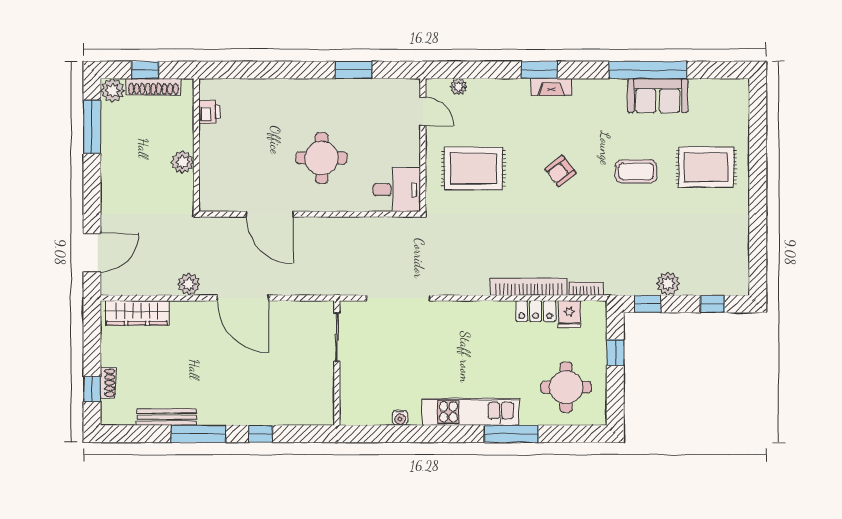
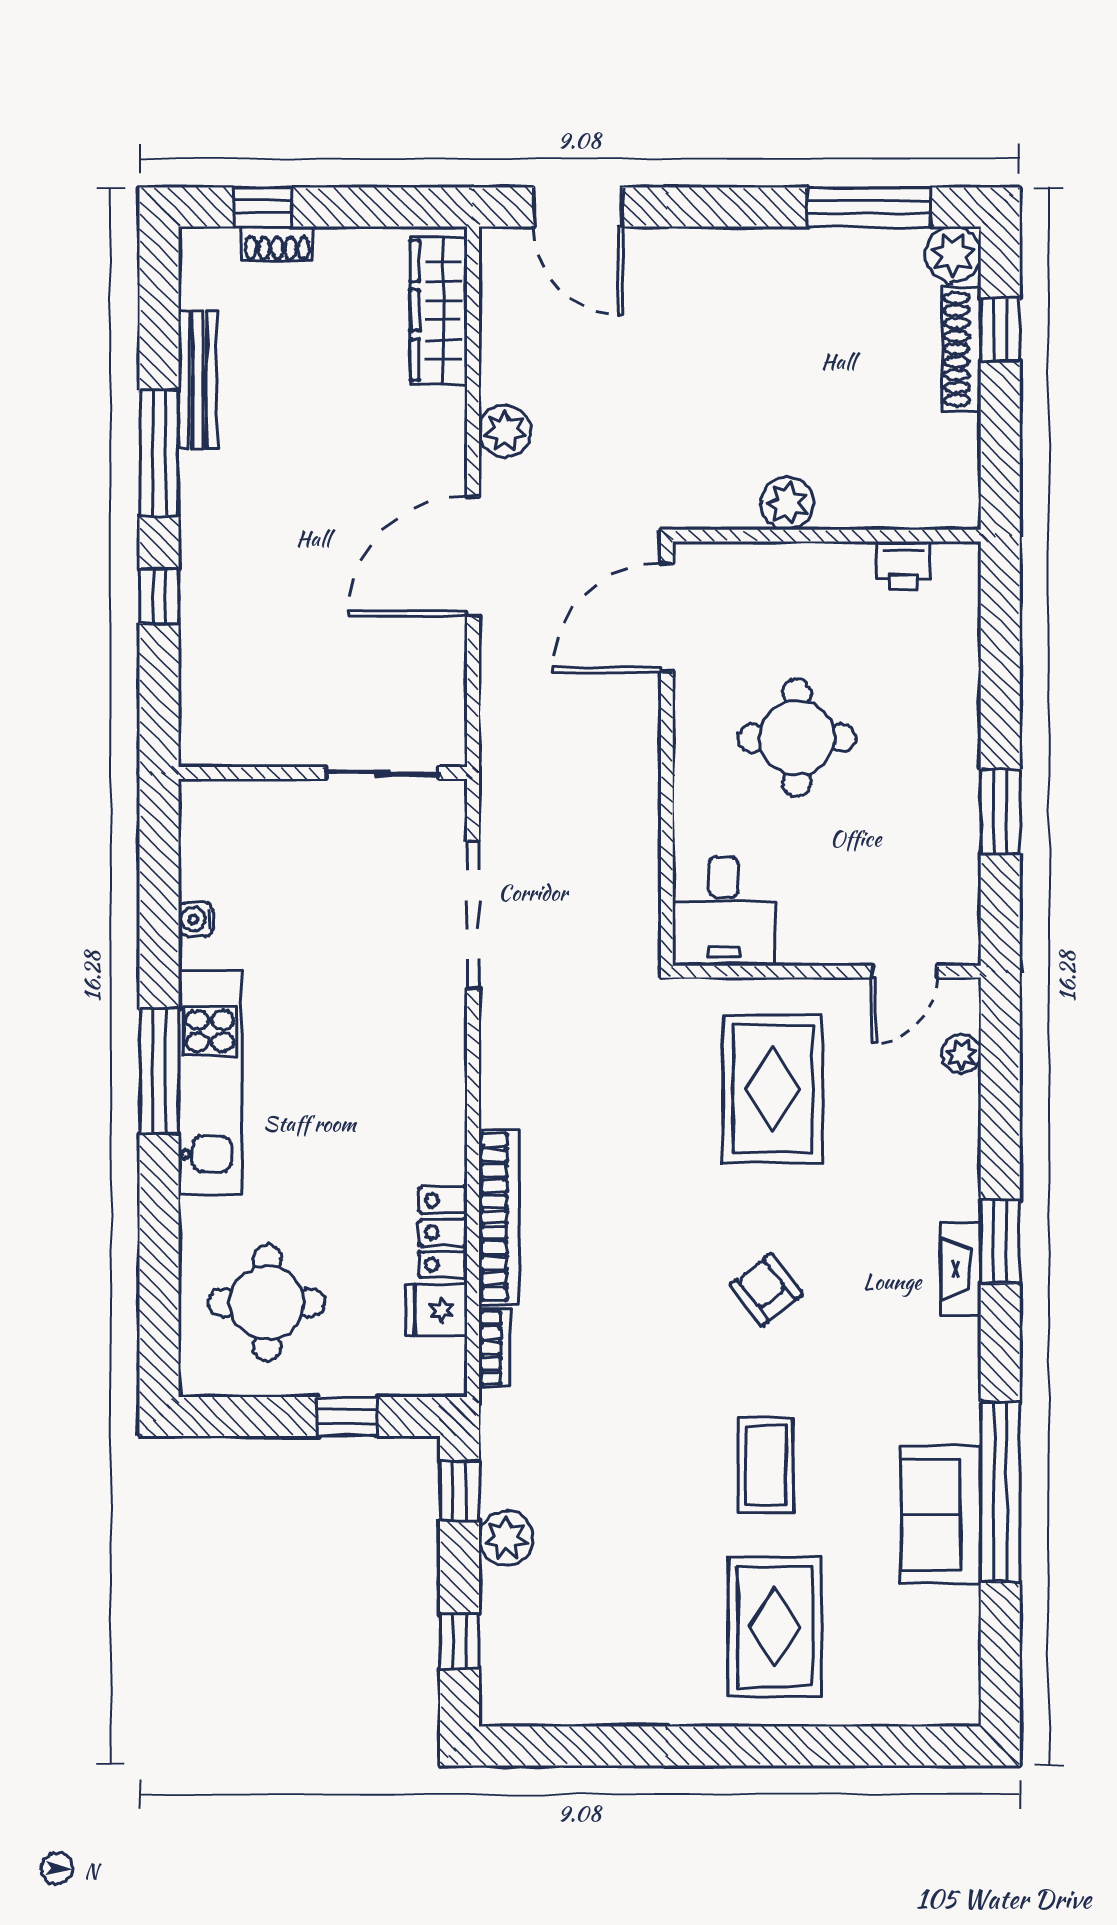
printer: (209, 112) -> (903, 565), moved
wall: (196, 145) -> (827, 536), moved
plant: (182, 162) -> (787, 503), moved
window: (511, 434) -> (159, 1071), moved

